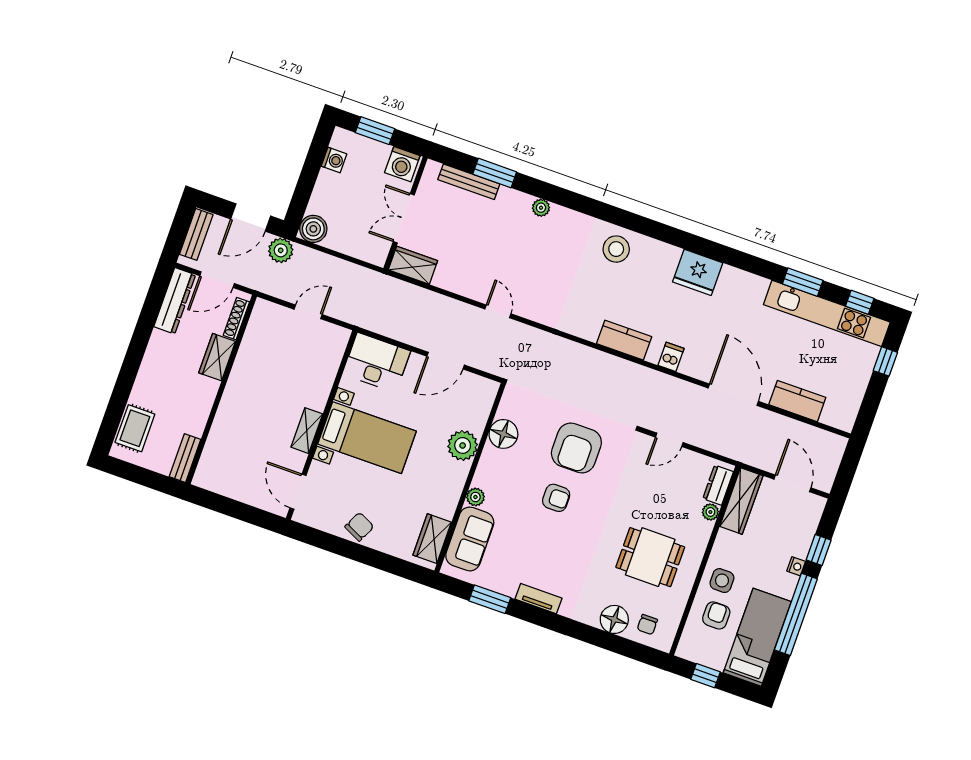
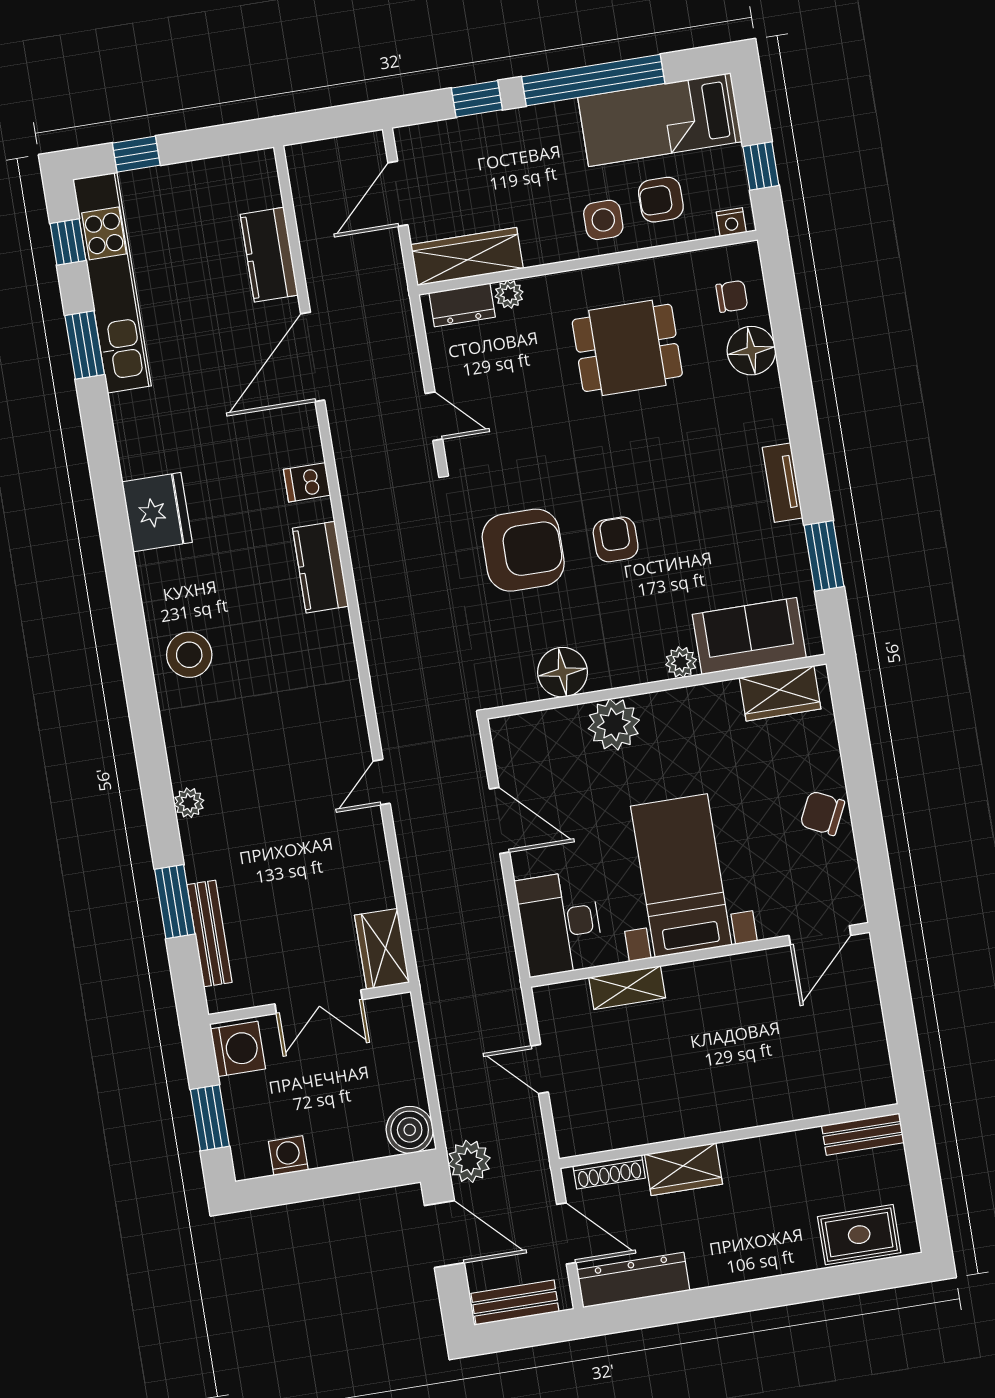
shelving: (307, 431) -> (627, 988), moved
dining table: (650, 557) -> (627, 348), turned 90
nightstand: (796, 566) -> (731, 222), moved, turned 180

